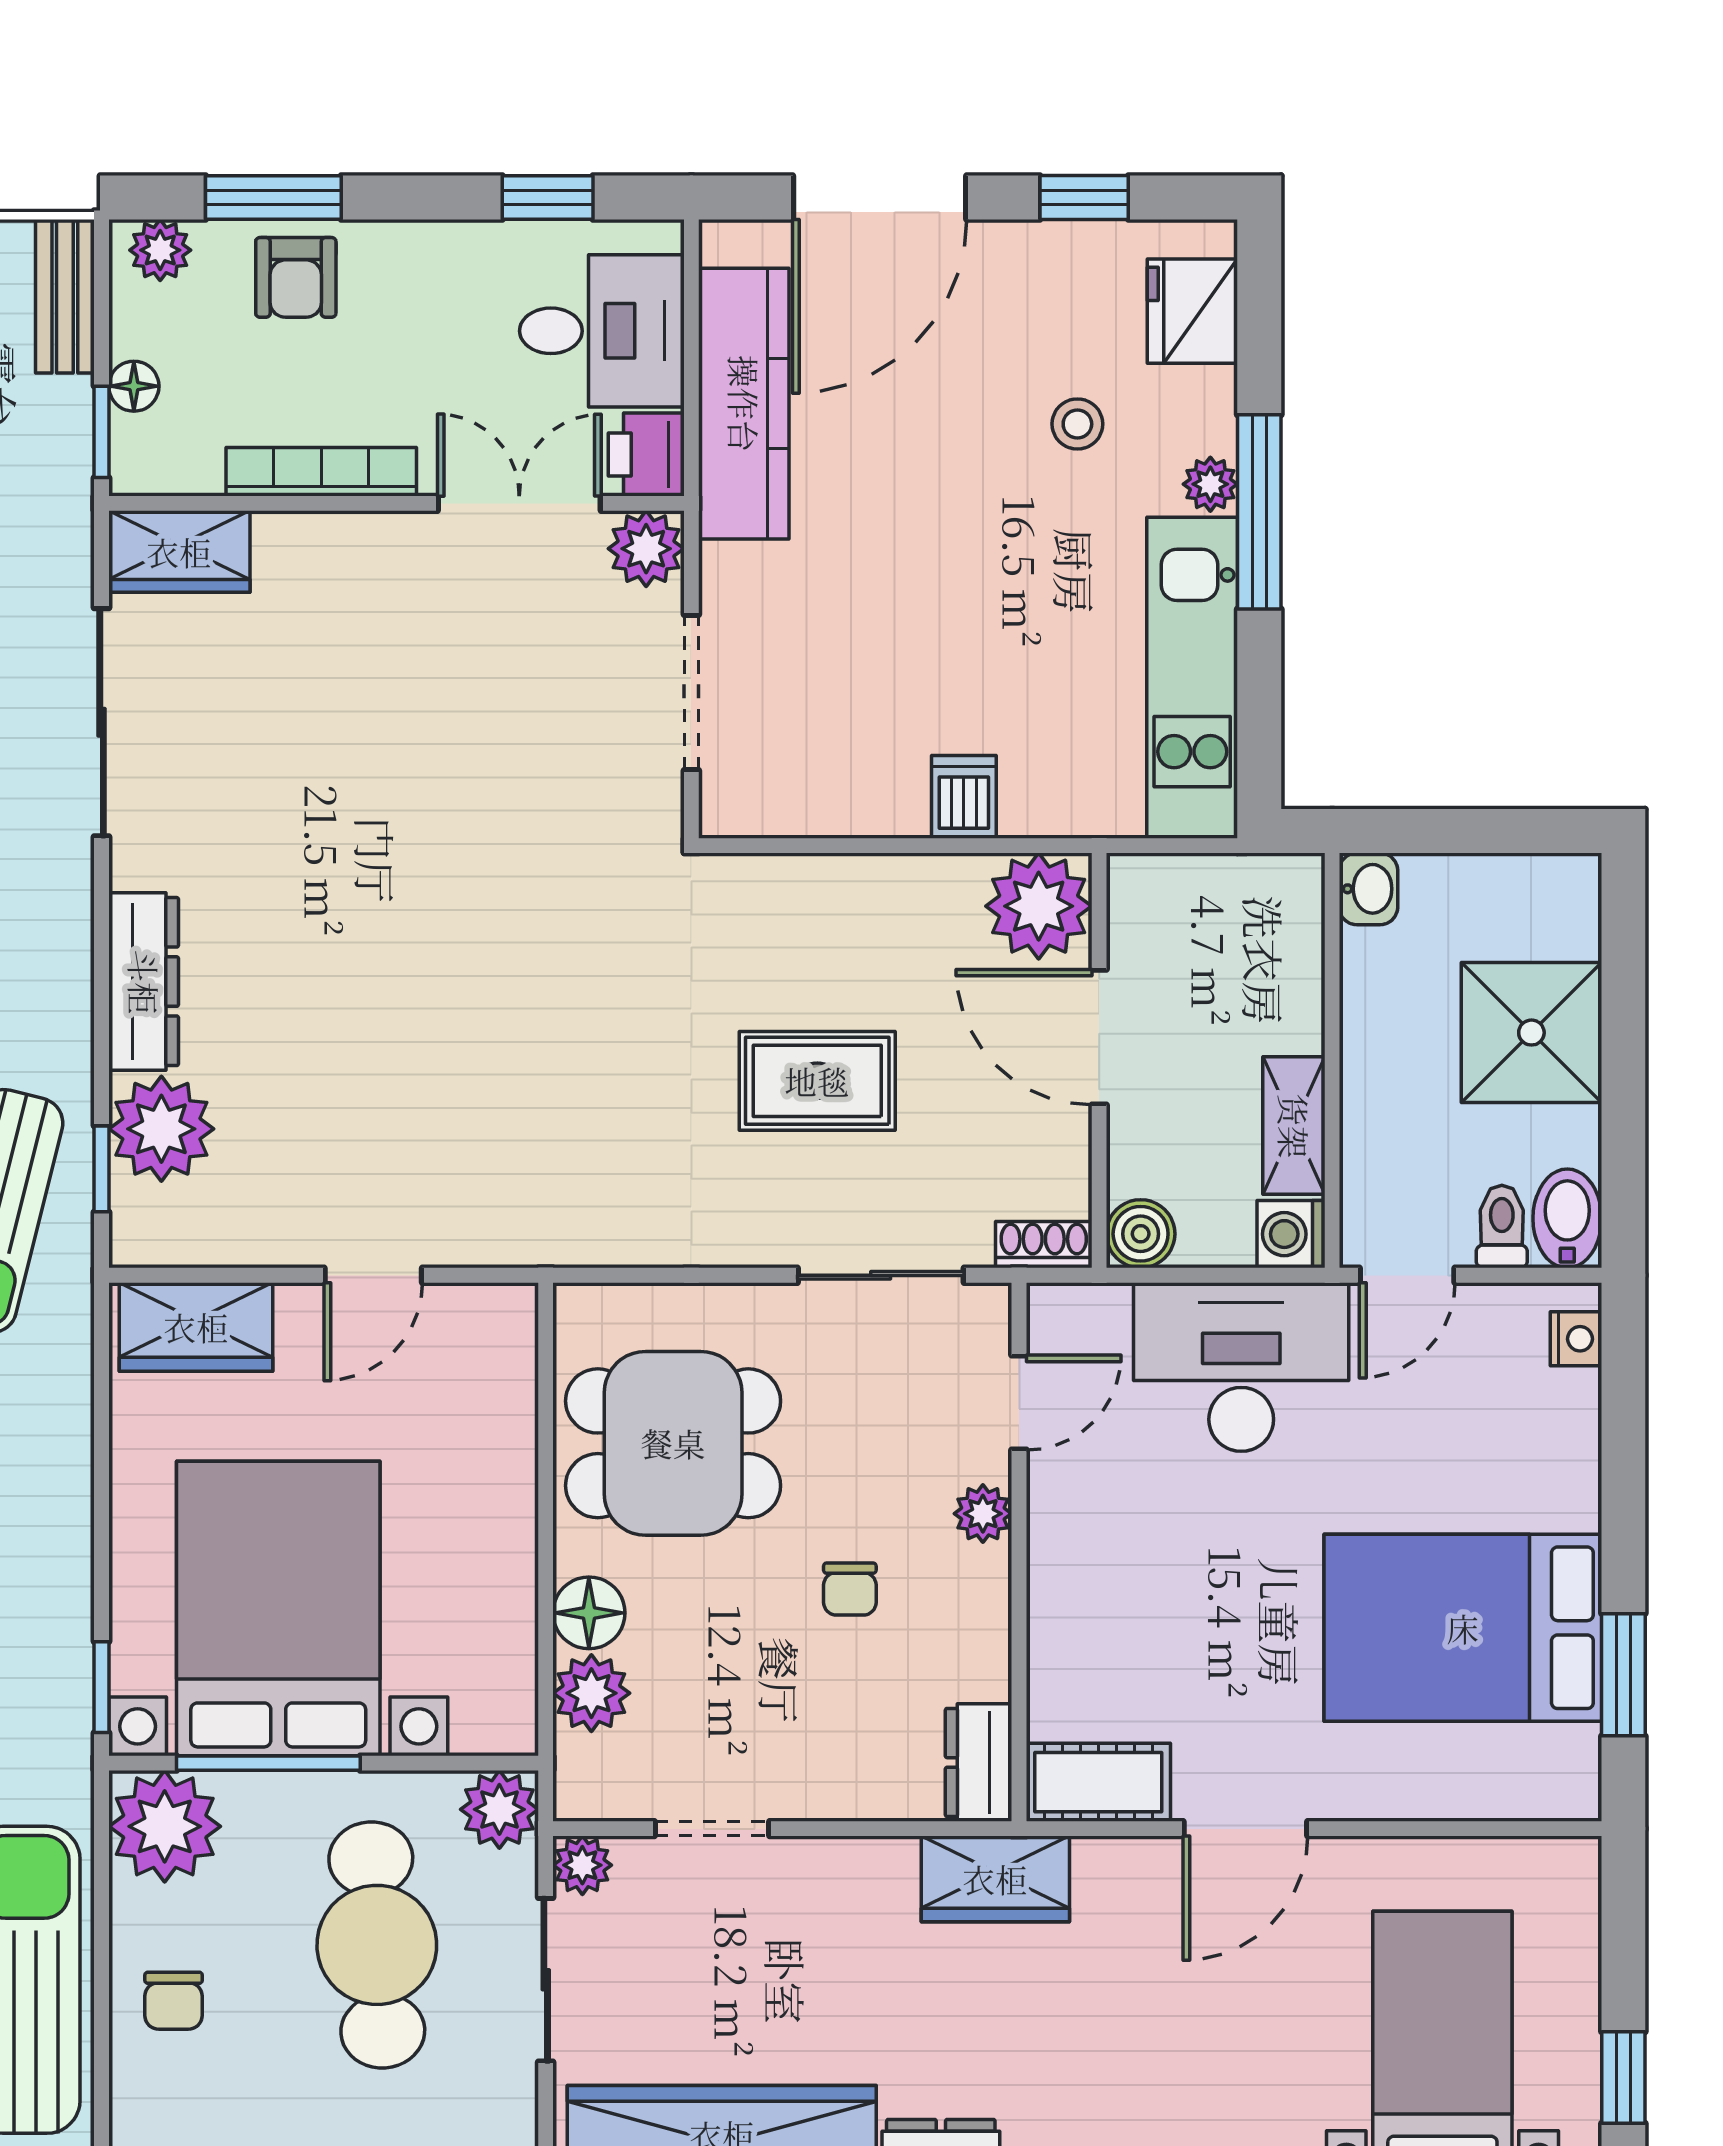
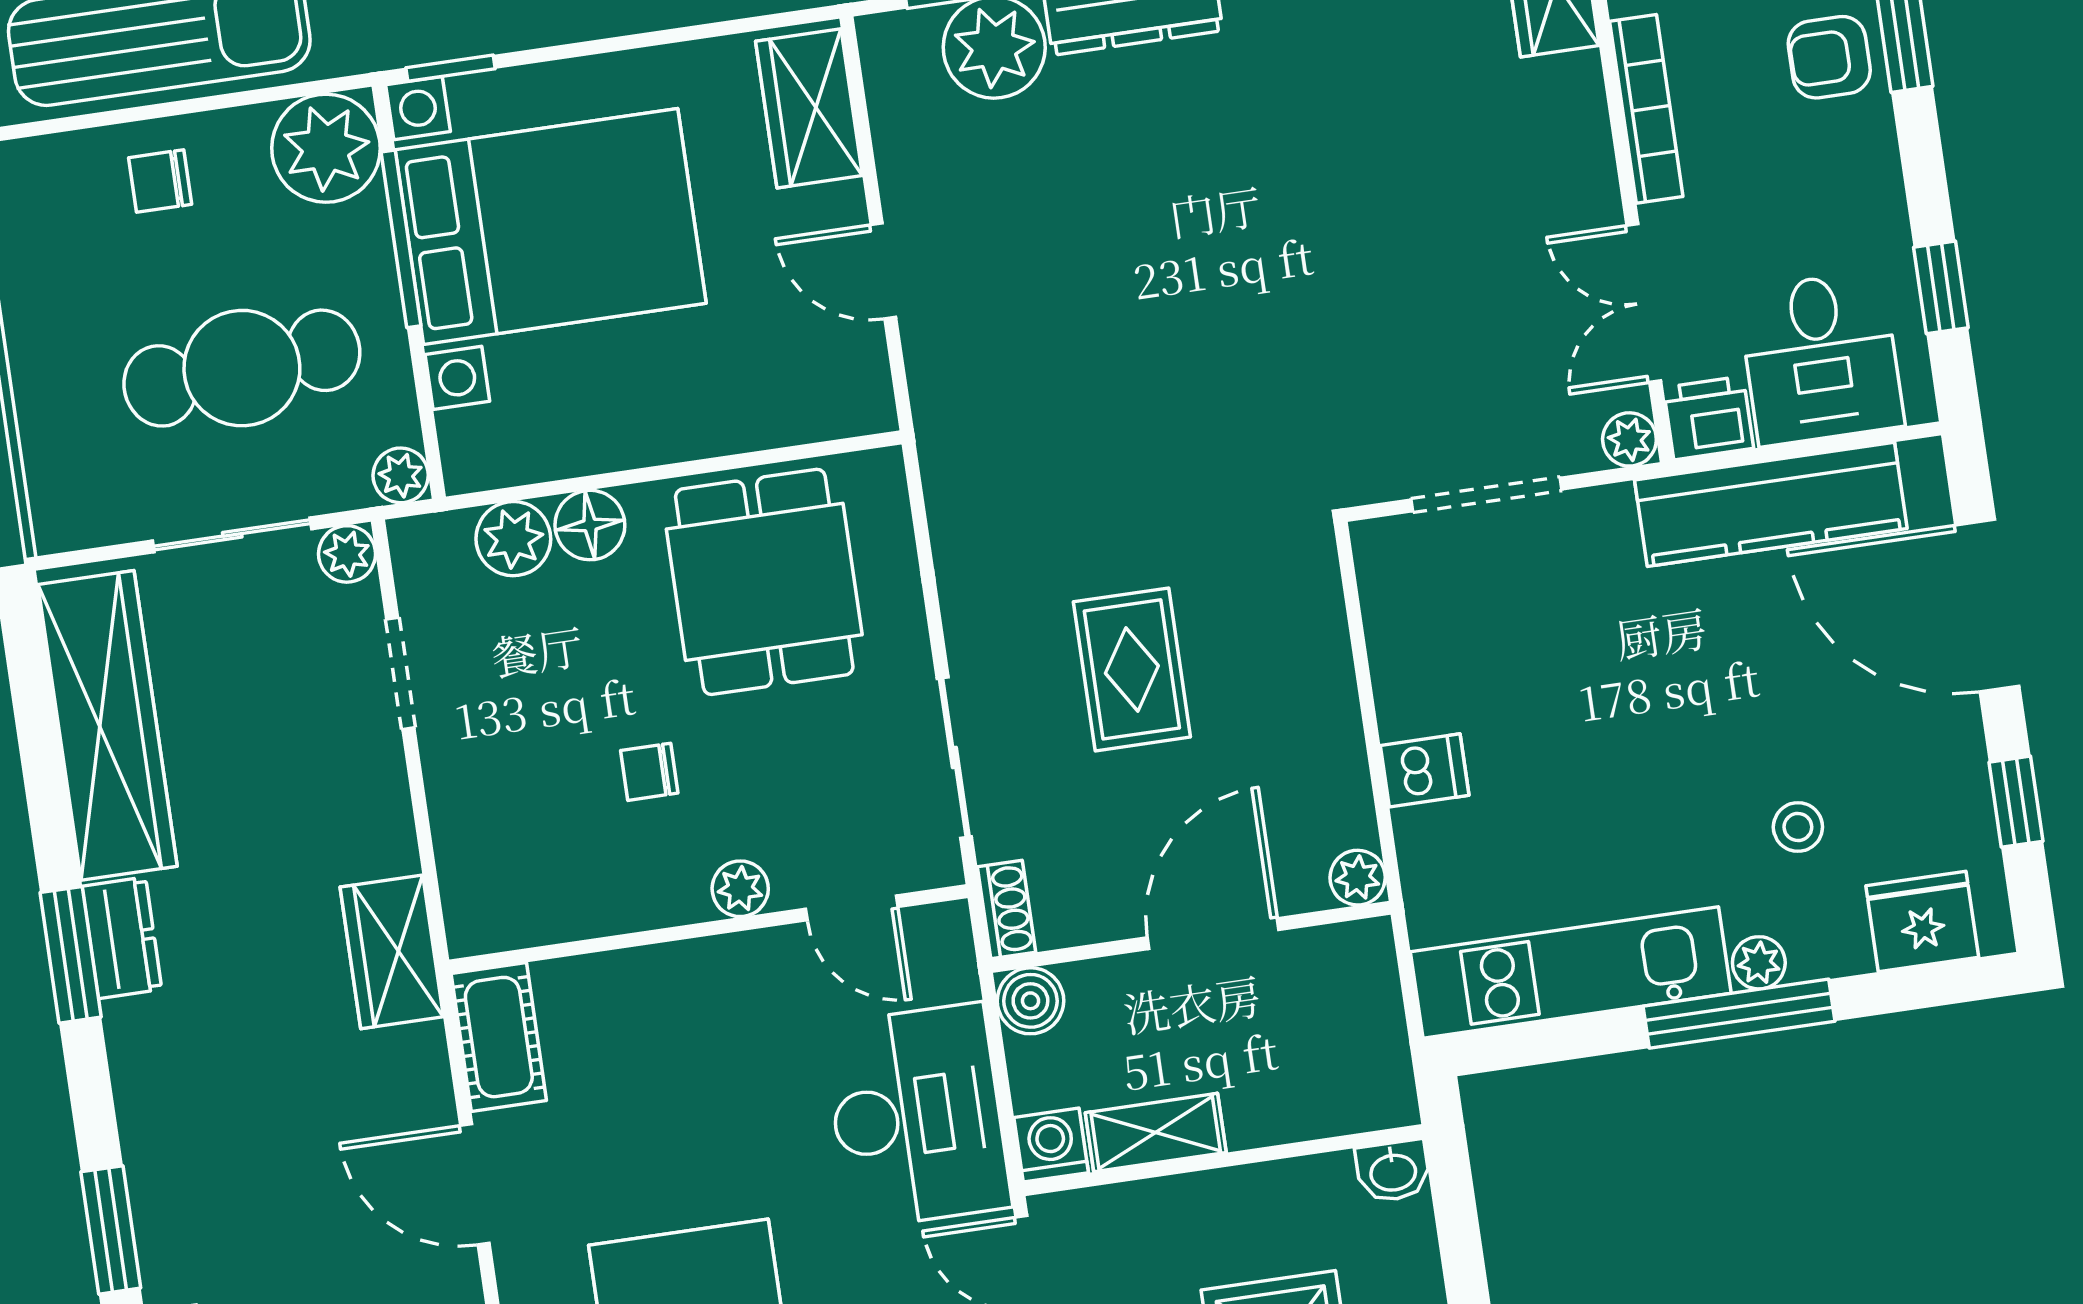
double door: (519, 503) -> (1644, 303), swing flipped
plant: (646, 549) -> (1629, 439), width x0.73, depth x0.73
plant: (1039, 906) -> (1358, 878), width x0.53, depth x0.53
dresser: (979, 1762) -> (501, 919), removed
plant: (499, 1809) -> (401, 475), width x0.73, depth x0.73

